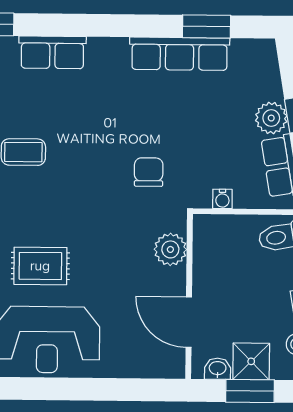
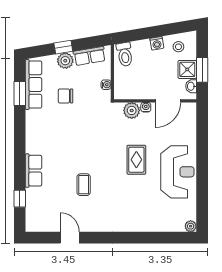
row of seats: (180, 54) -> (34, 85), moved
chair: (149, 172) -> (66, 96), moved
rug: (40, 266) -> (136, 160), moved
water cooler: (177, 278) -> (146, 107), added

